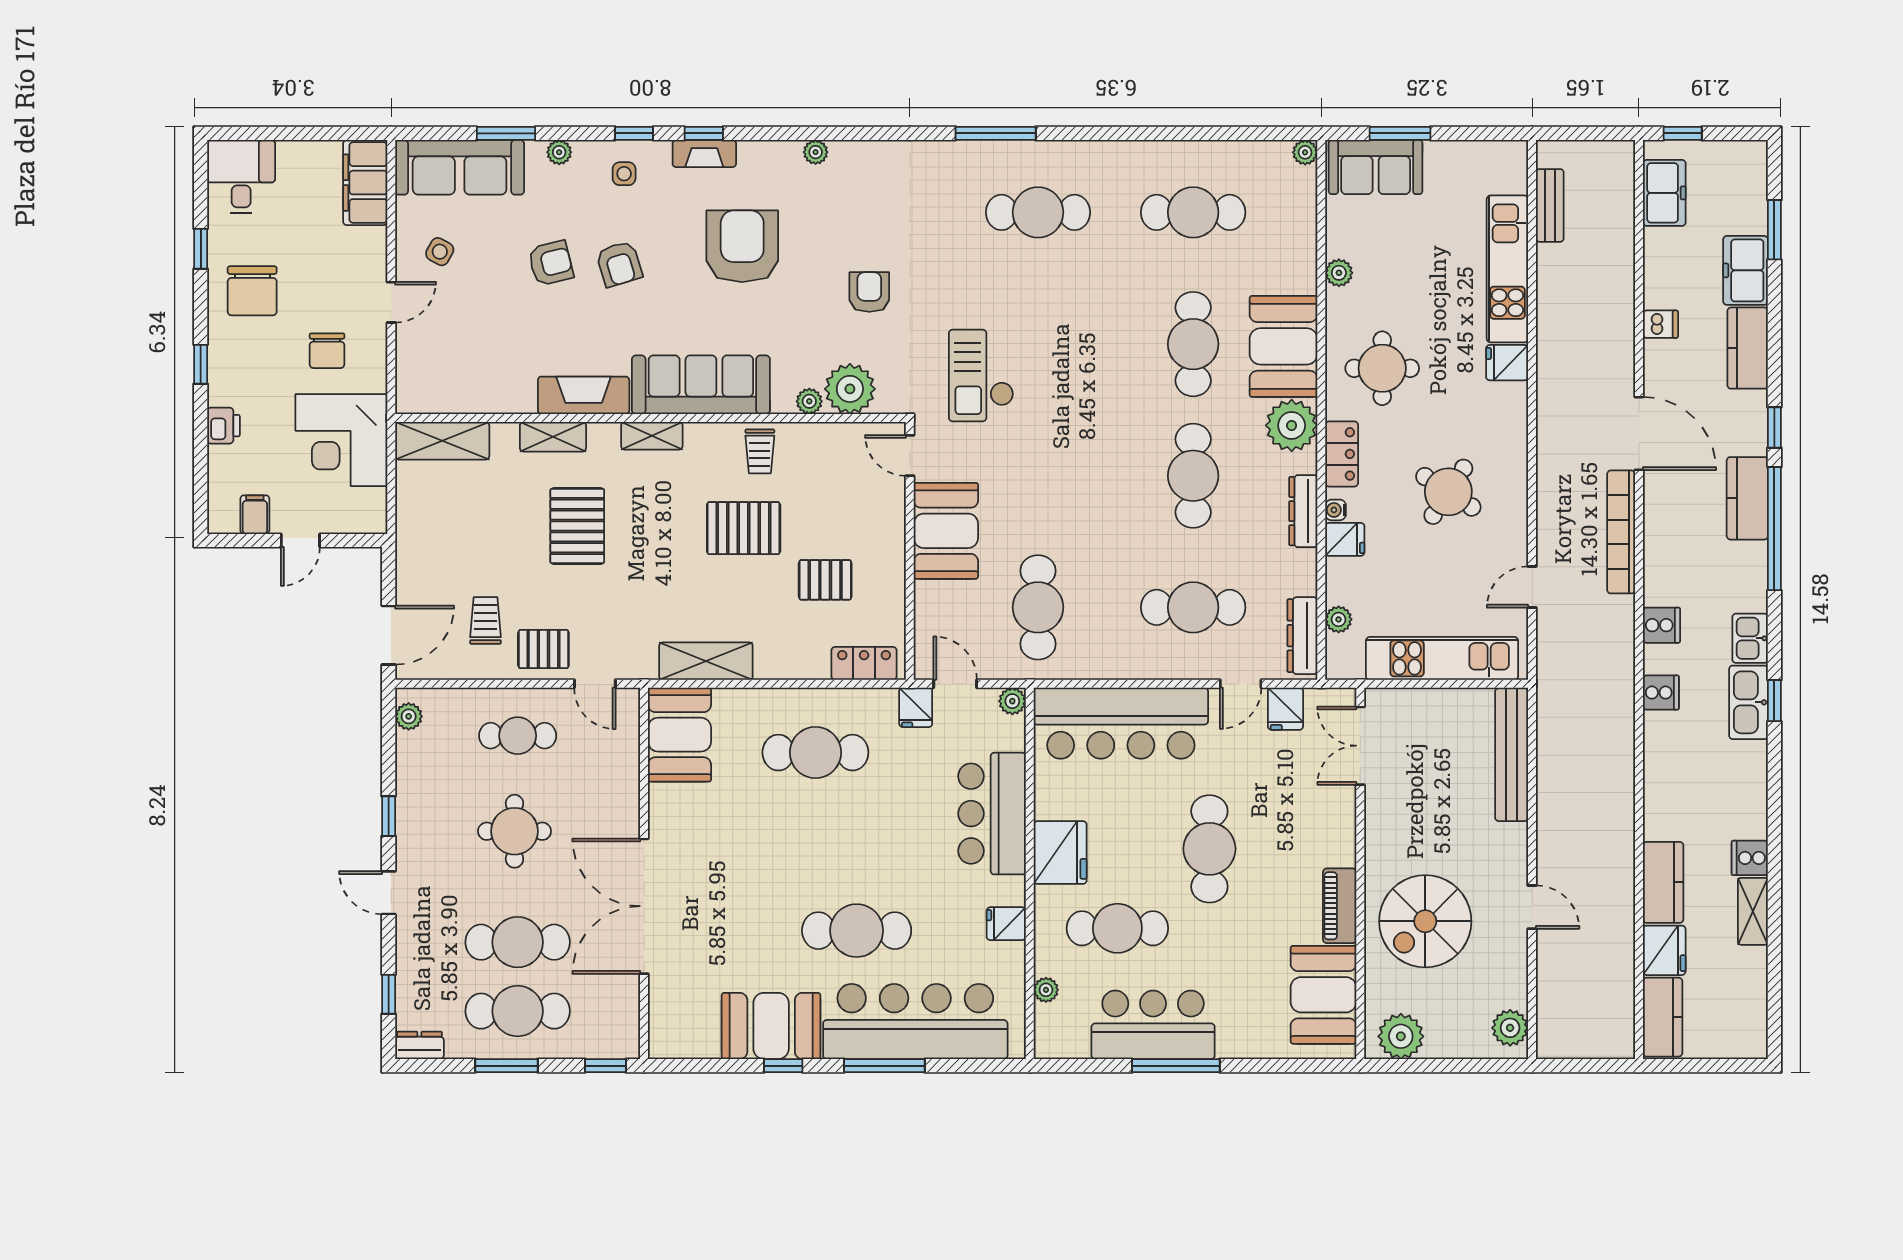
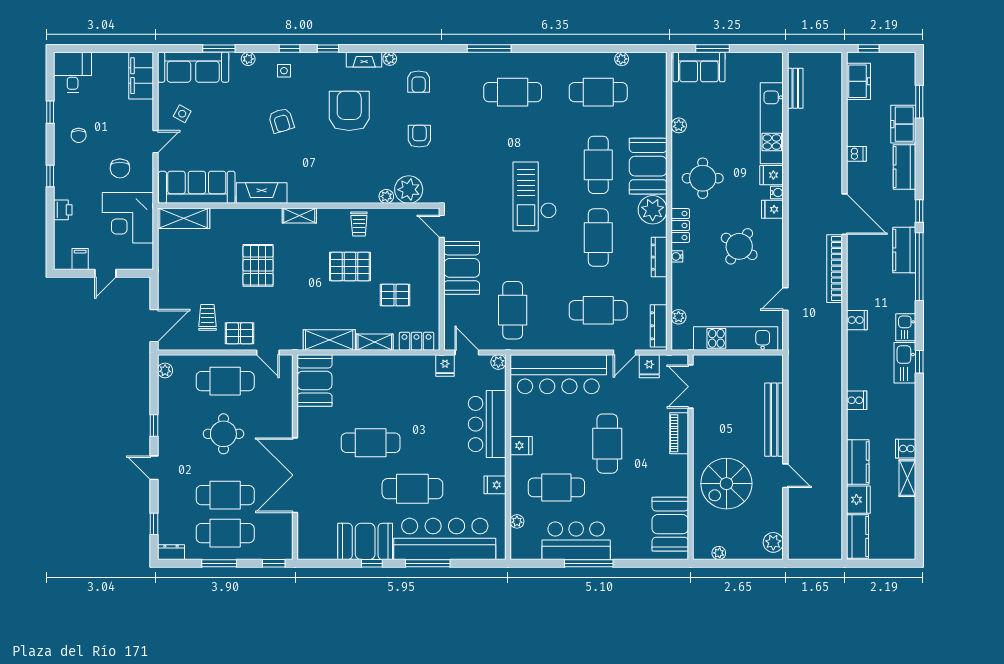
plant: (1305, 152) -> (622, 59), moved
fireplace: (704, 154) -> (364, 60), moved
armchair: (551, 263) -> (419, 82), moved, turned 104
chair: (252, 291) -> (79, 135), width x0.54, depth x0.54
checkout: (981, 375) -> (535, 196), moved, width x1.36, depth x1.21
sofa: (701, 385) -> (197, 187), moved
water cooler: (1517, 394) -> (777, 193), added
shelving: (553, 437) -> (375, 342), moved
fridge: (1345, 539) -> (772, 209), moved, turned 180
cooker: (1661, 693) -> (857, 400), moved
cafe table: (518, 736) -> (225, 381), width x1.37, depth x1.35
cafe table: (815, 753) -> (371, 443), moved
bench: (1512, 755) -> (774, 420), moved
fridge: (1060, 853) -> (521, 446), width x0.53, depth x0.75
piano: (1340, 906) -> (679, 433), moved
plant: (1401, 1036) -> (719, 553), width x0.53, depth x0.53

